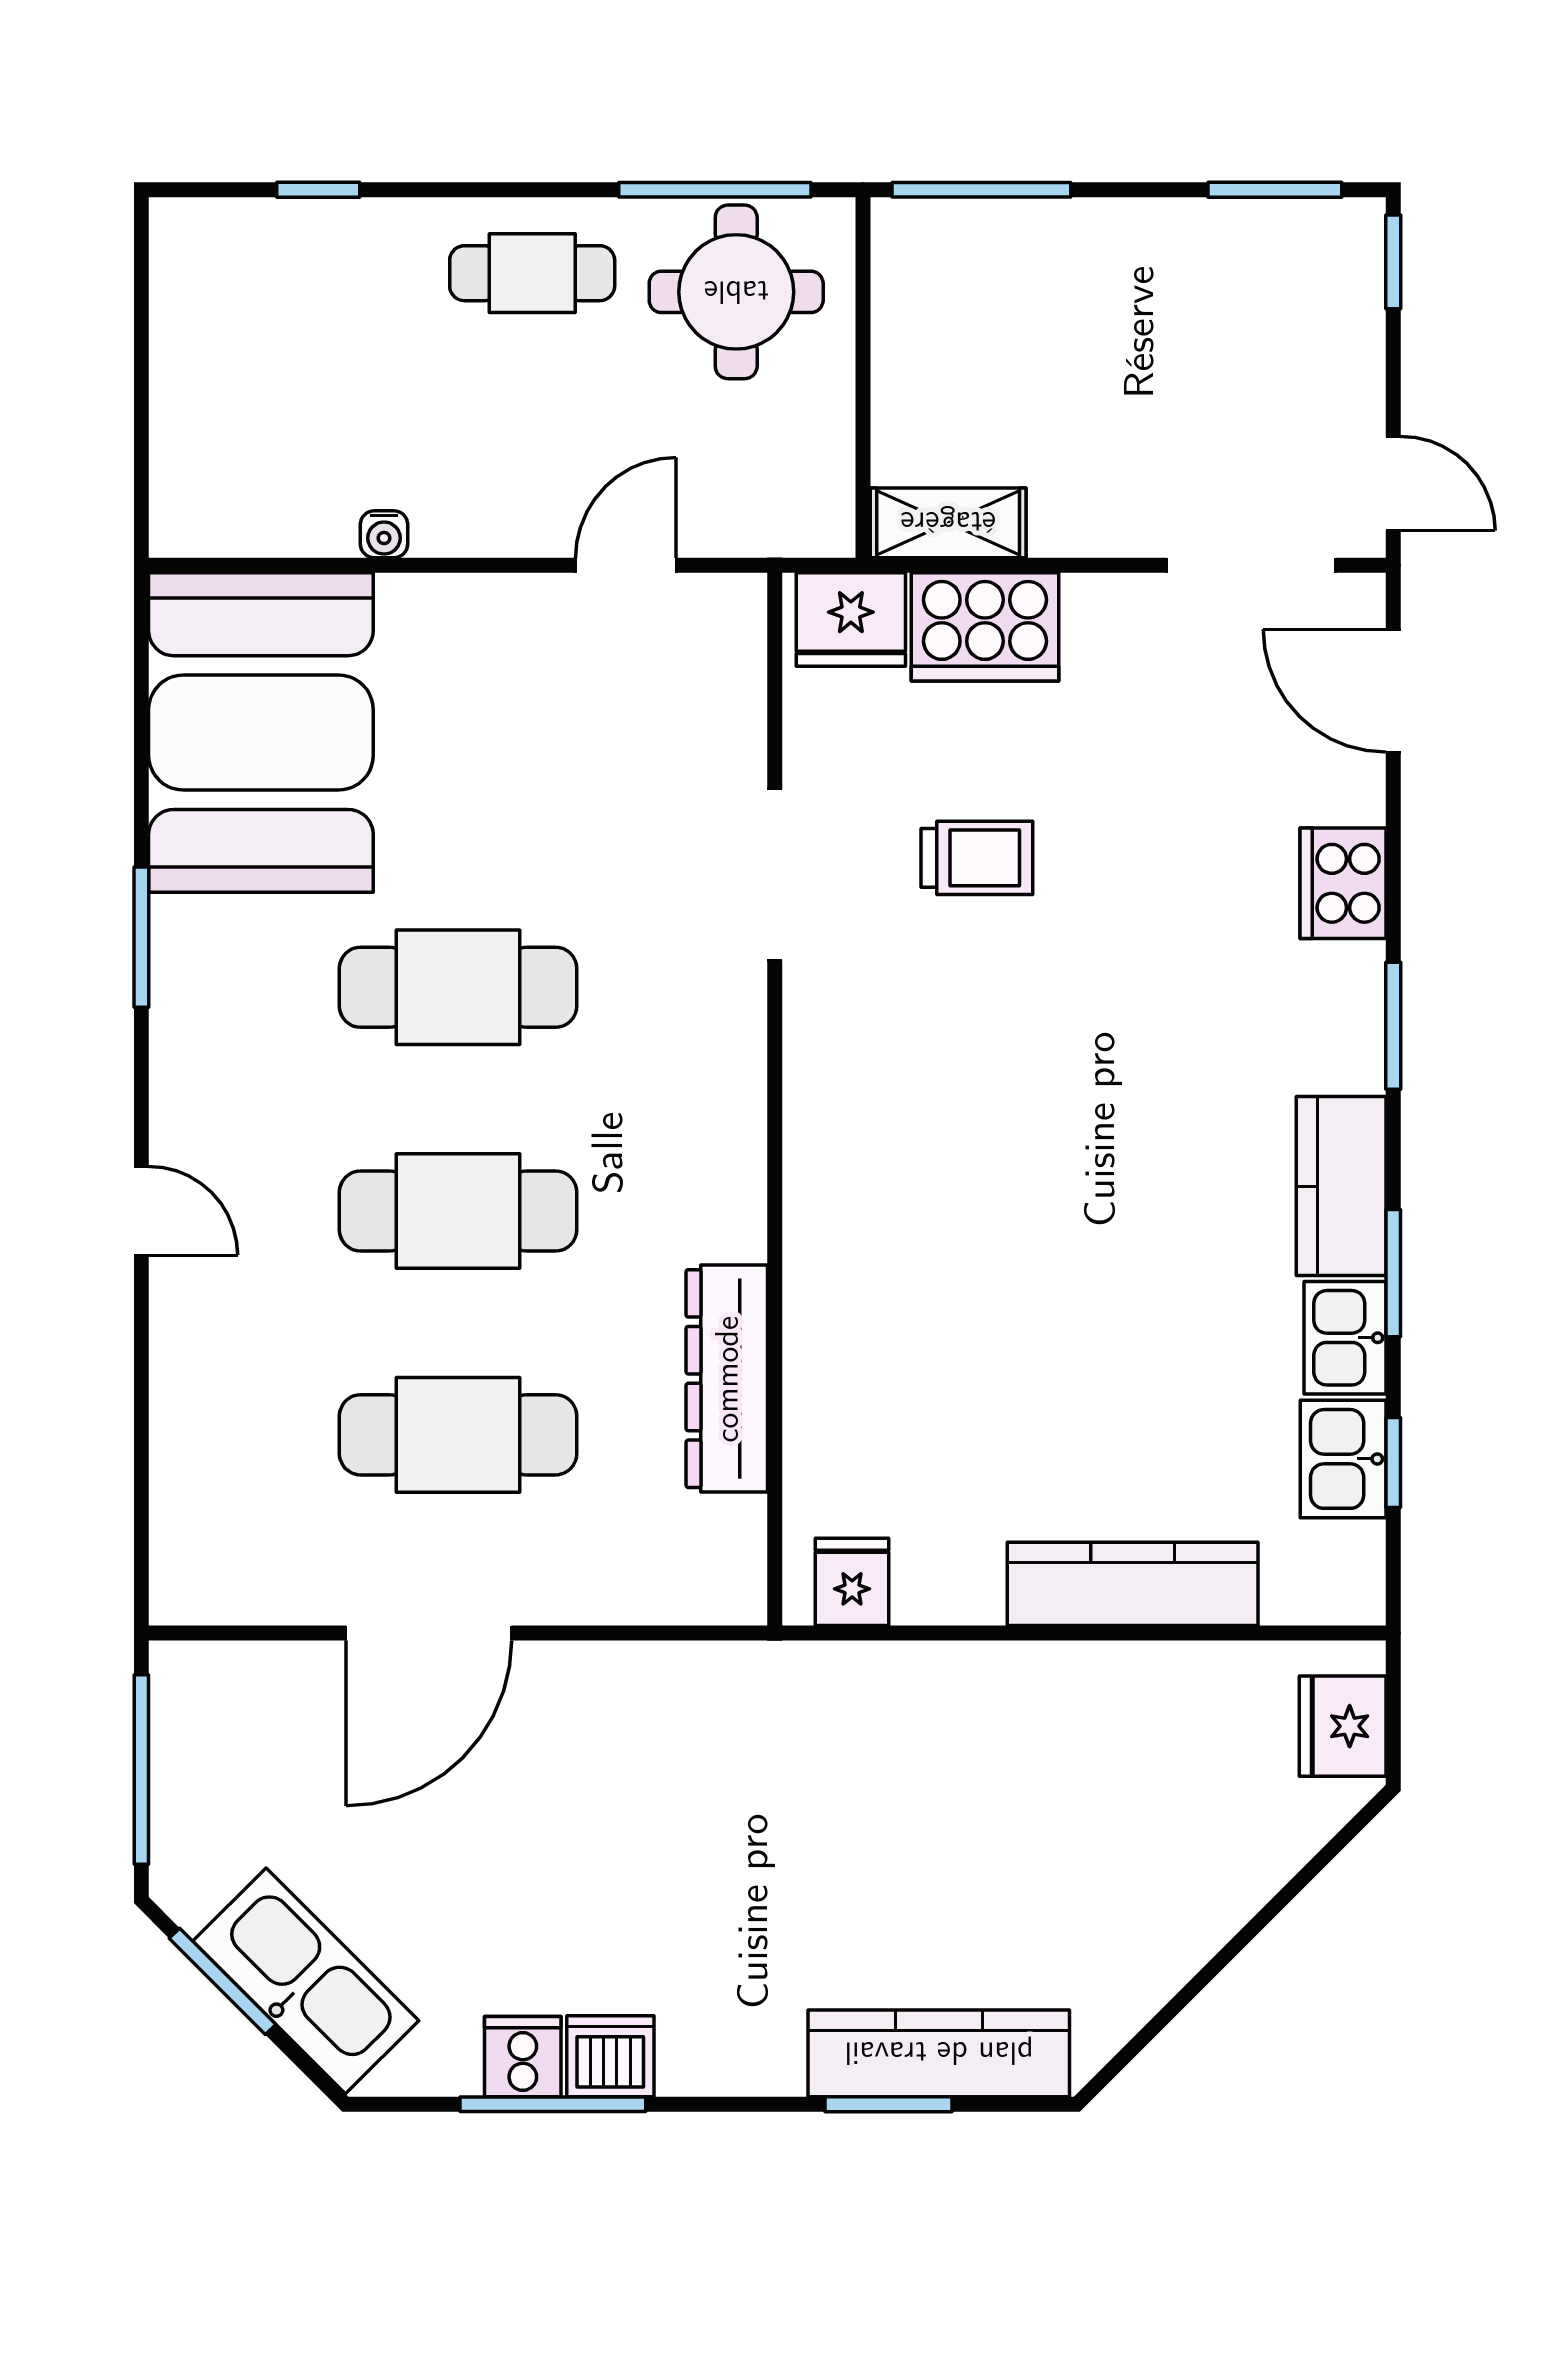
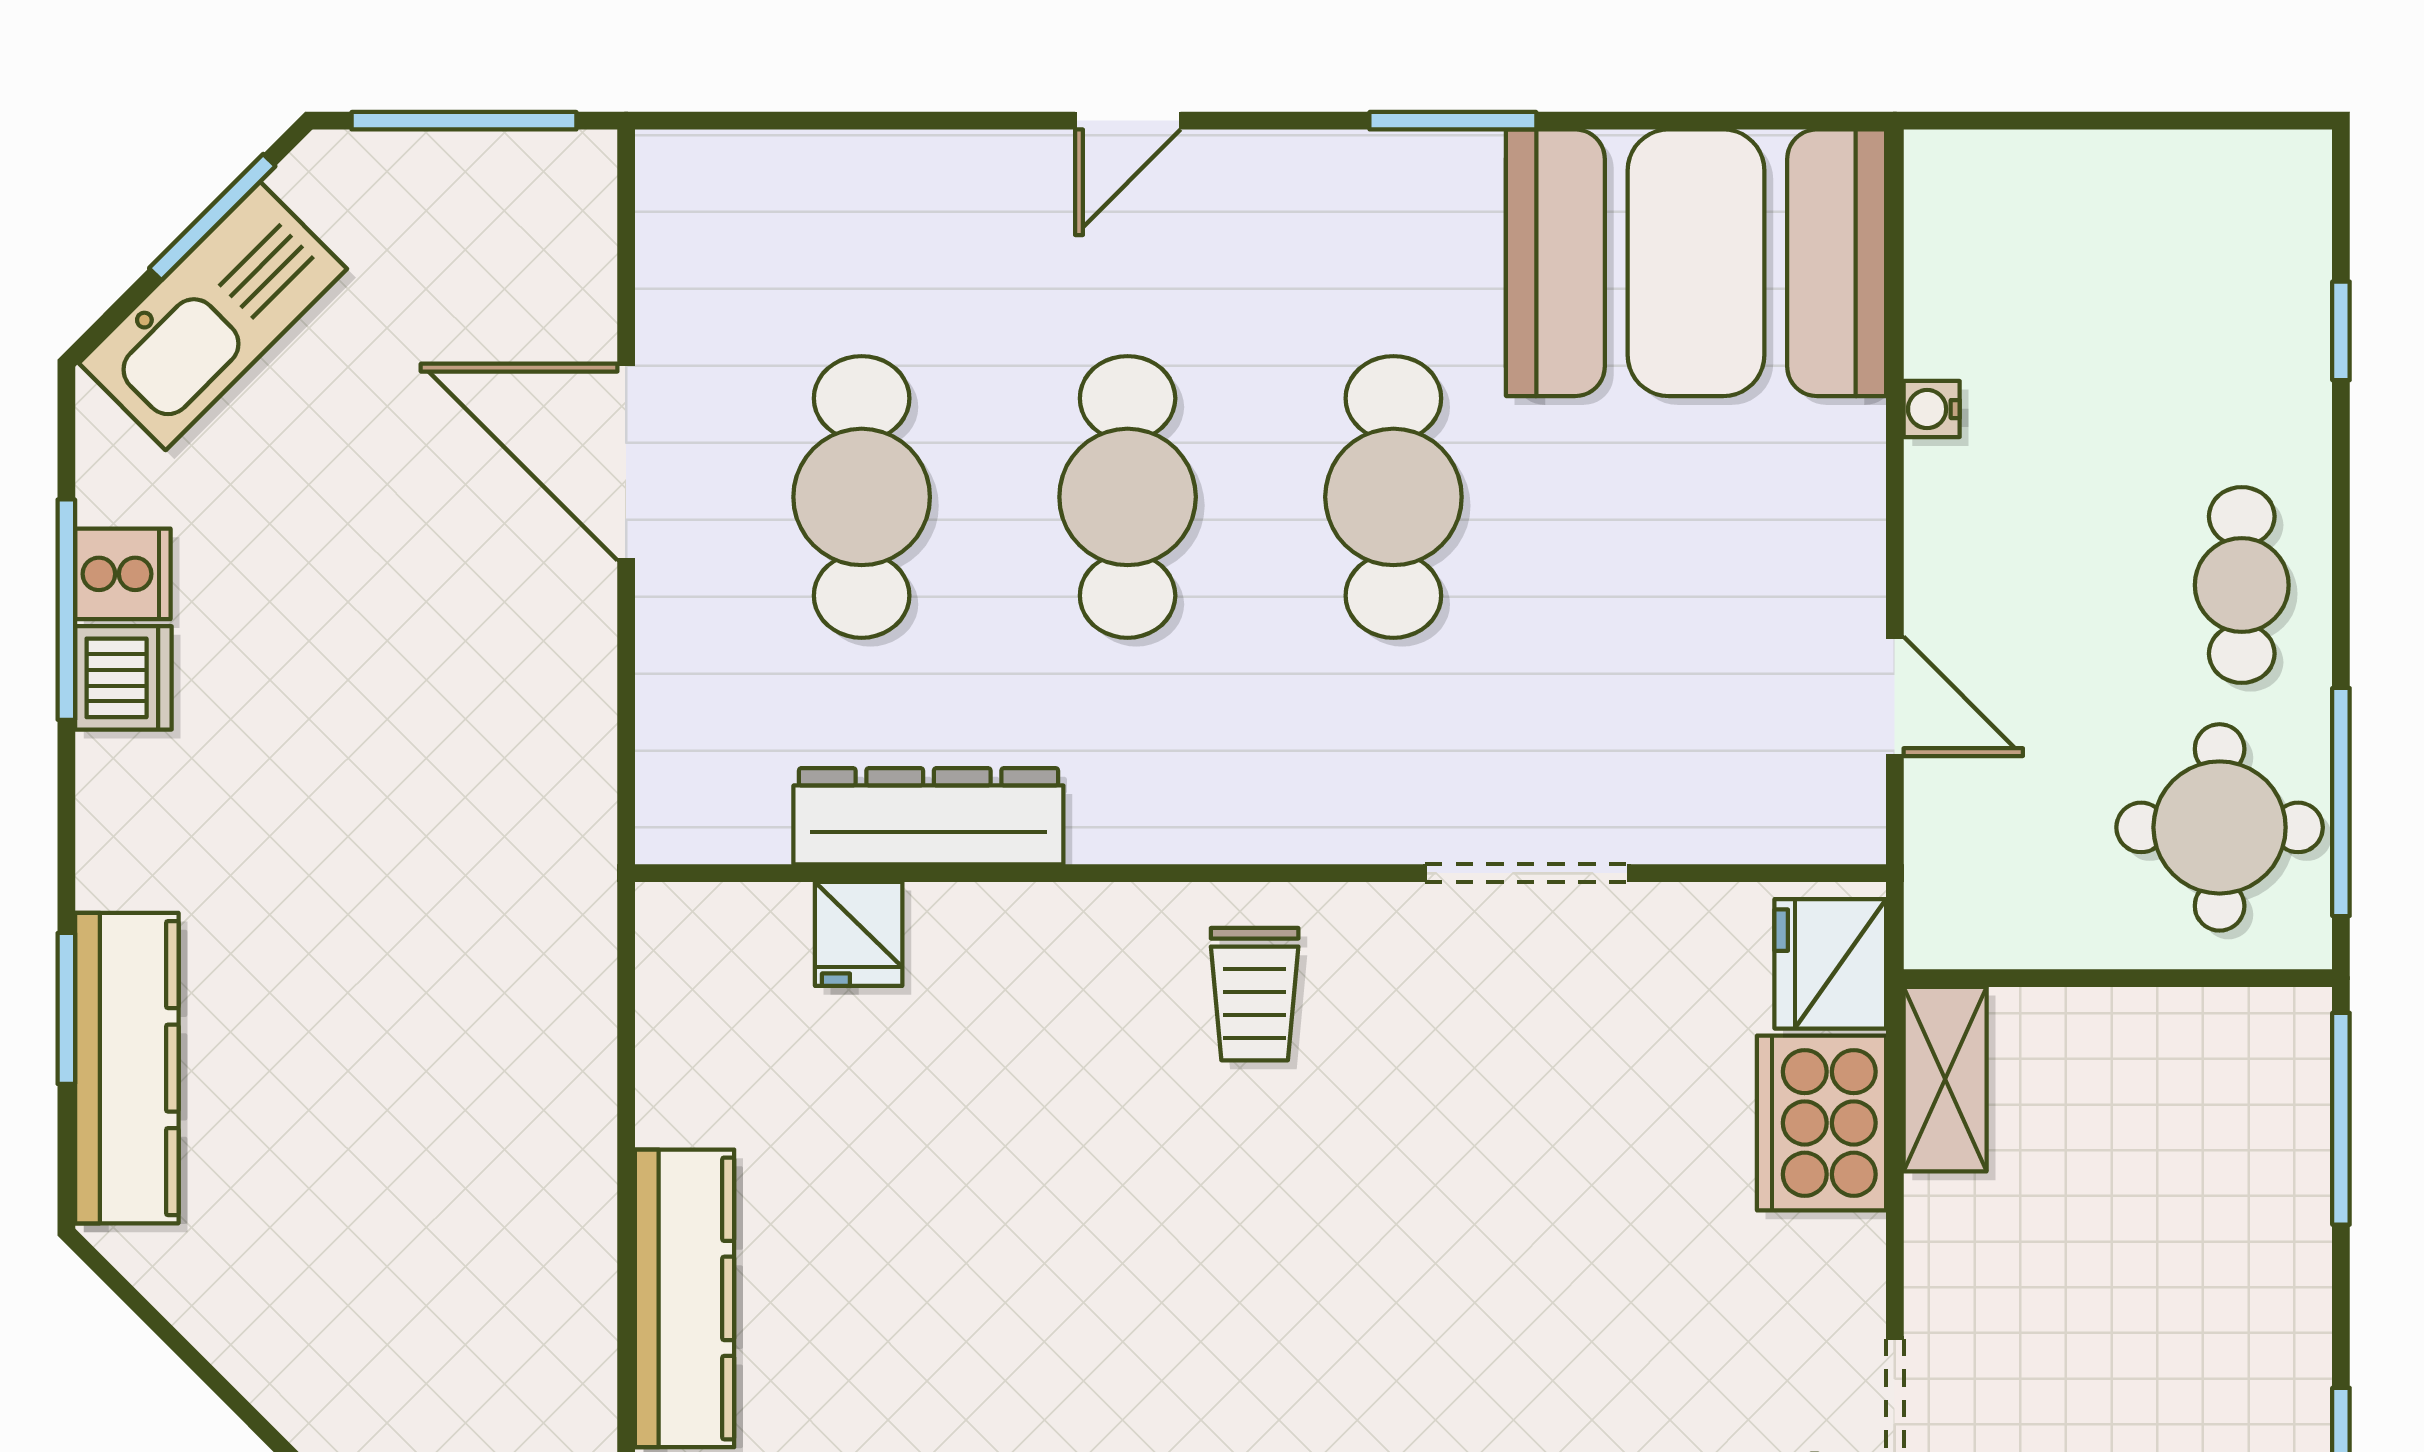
trolley: (977, 858) -> (1255, 994), moved
fridge: (852, 1582) -> (859, 934), moved, turned 90

